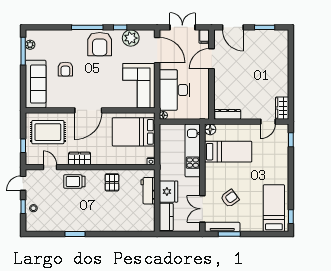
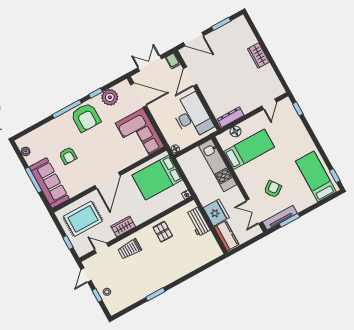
window: (23, 51) -> (34, 180), moved
desk: (175, 90) -> (192, 116), moved, turned 180
wardrobe: (282, 108) -> (258, 55), moved
floor lamp: (210, 129) -> (235, 131), moved

